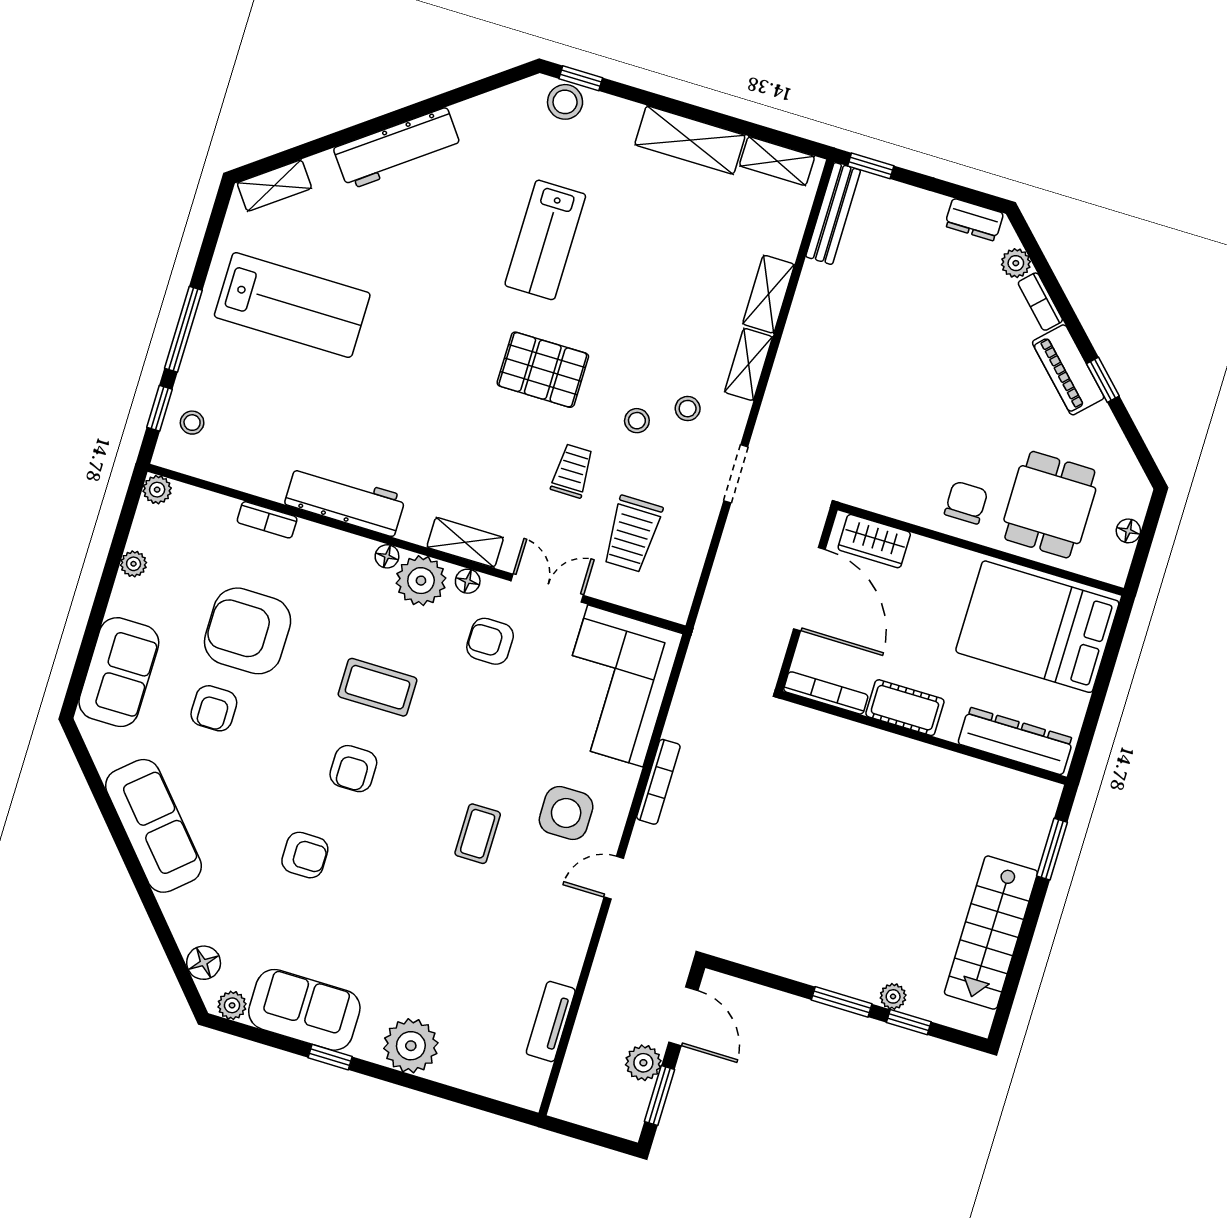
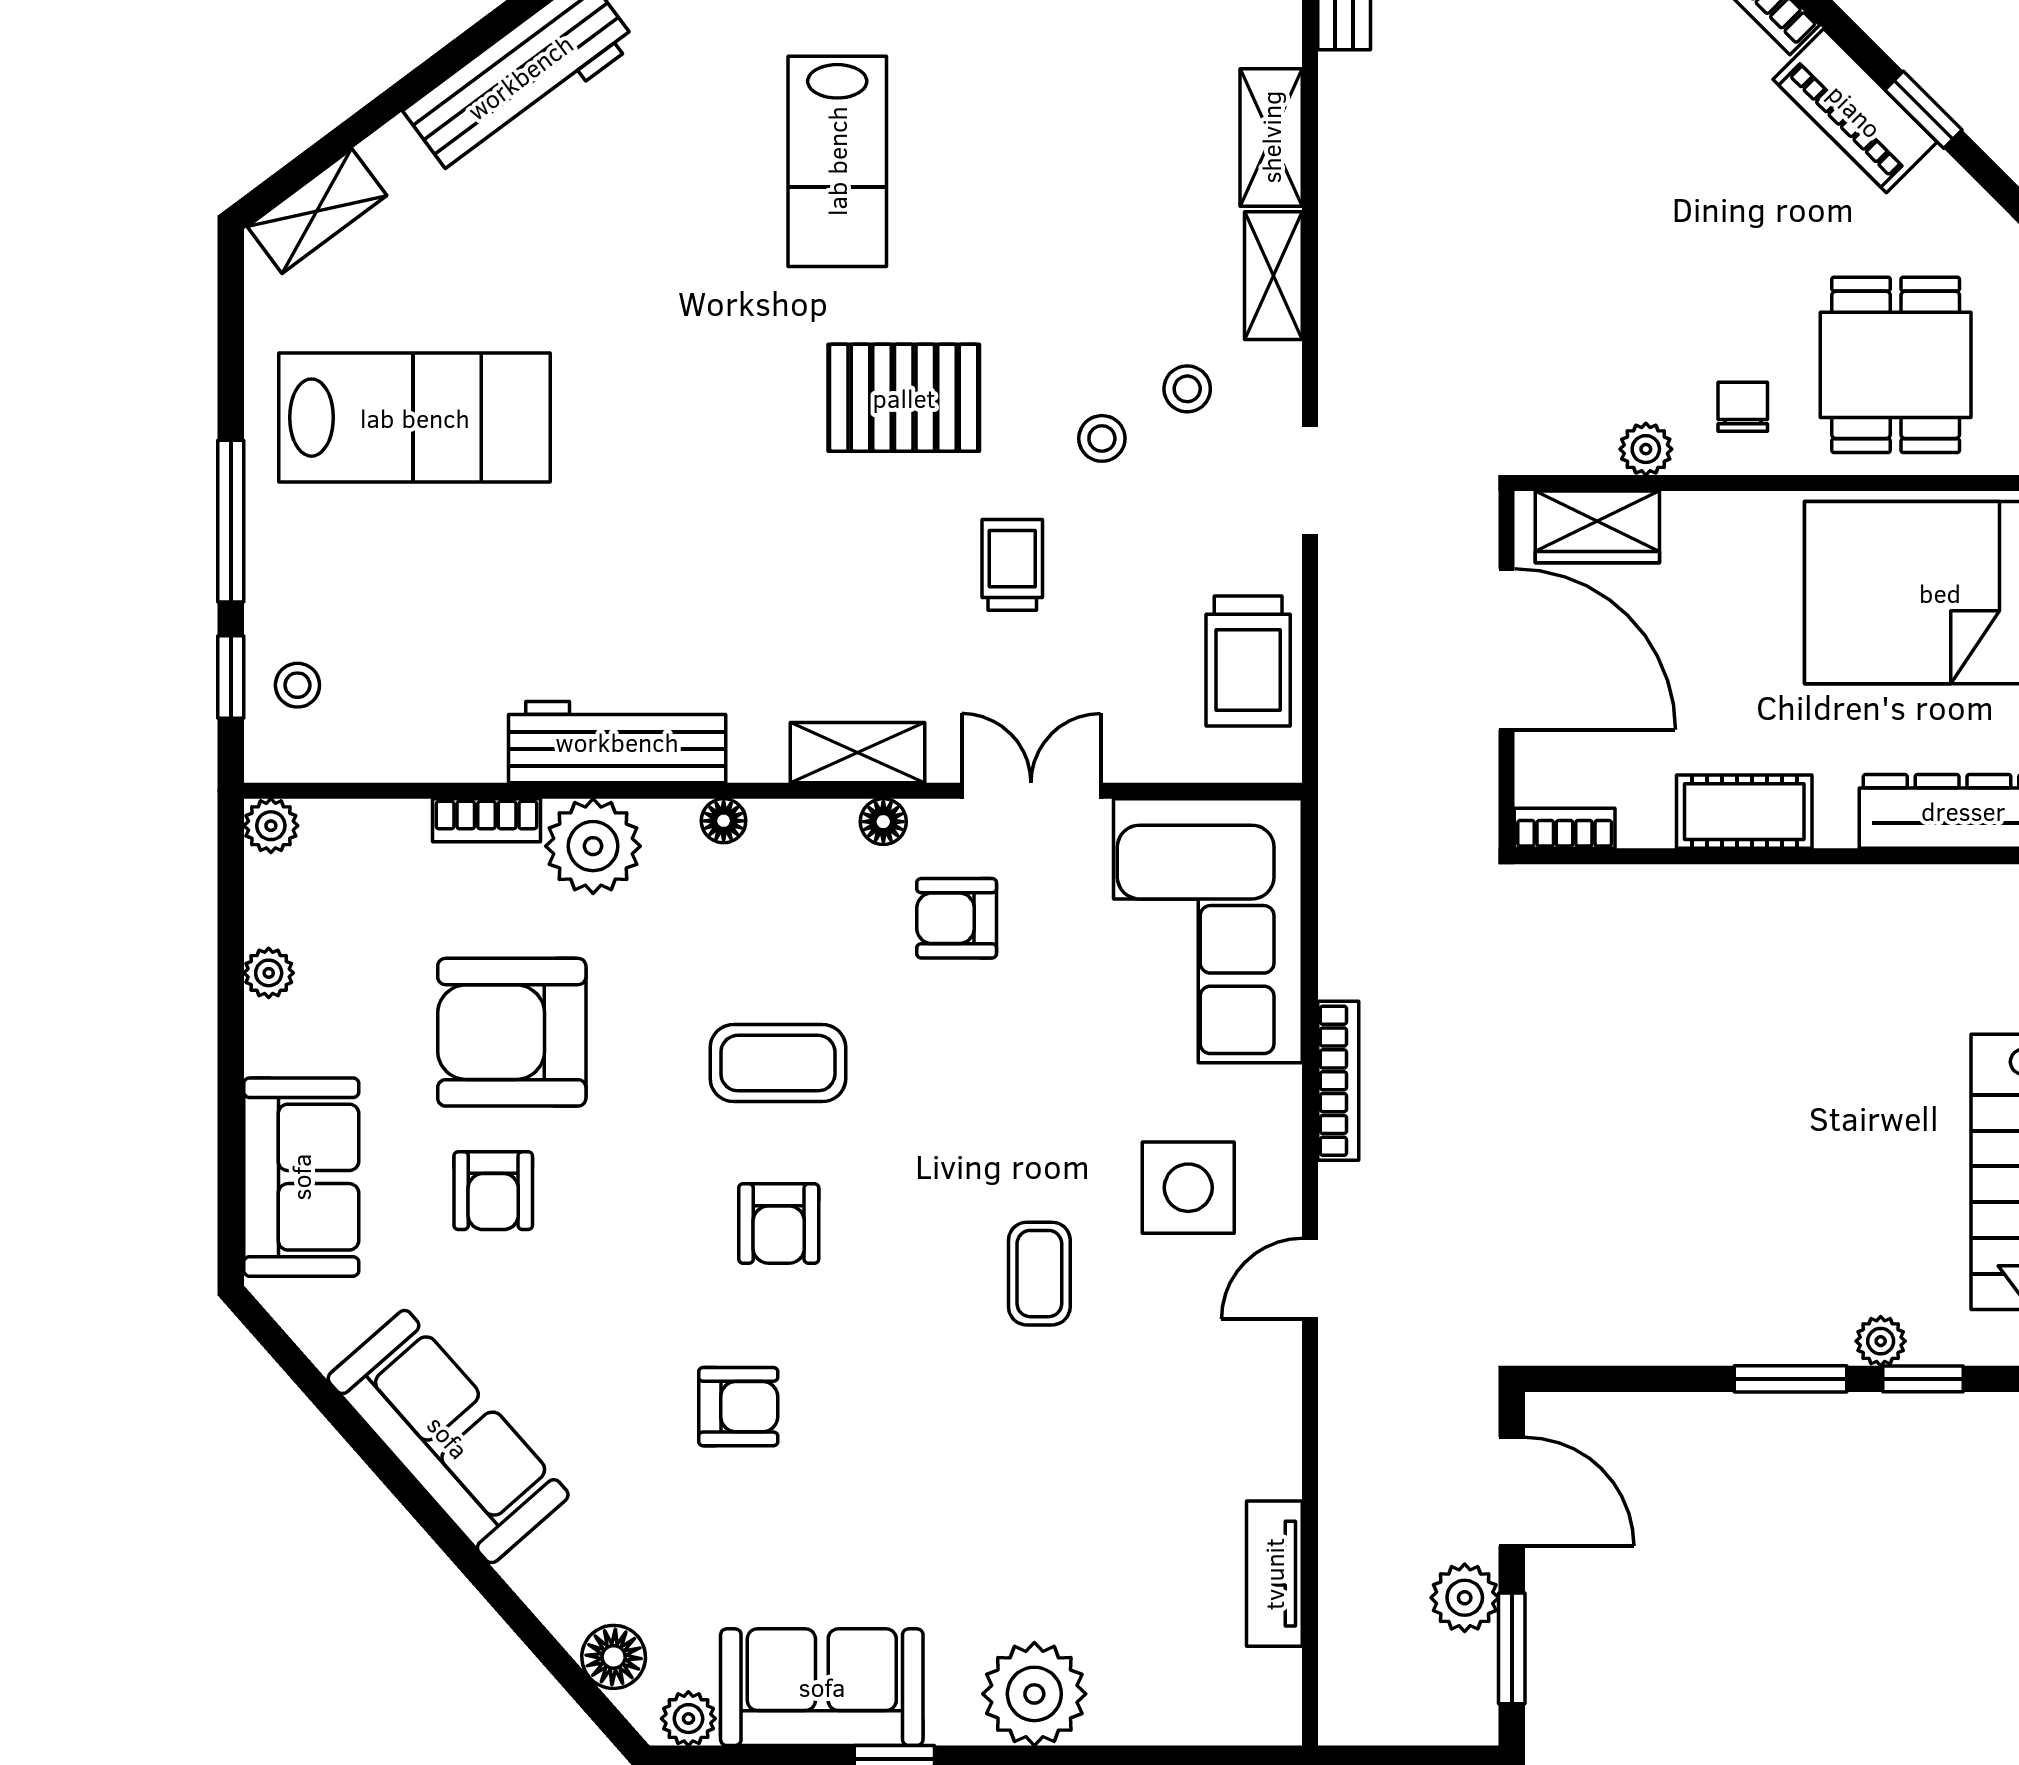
chair: (966, 503) -> (1743, 407), width x0.73, depth x0.73
plant: (911, 509) -> (1646, 449), added
trolley: (632, 534) -> (1248, 661), moved
plant: (421, 581) -> (593, 846), moved
bookcase: (826, 693) -> (1565, 828), width x0.64

